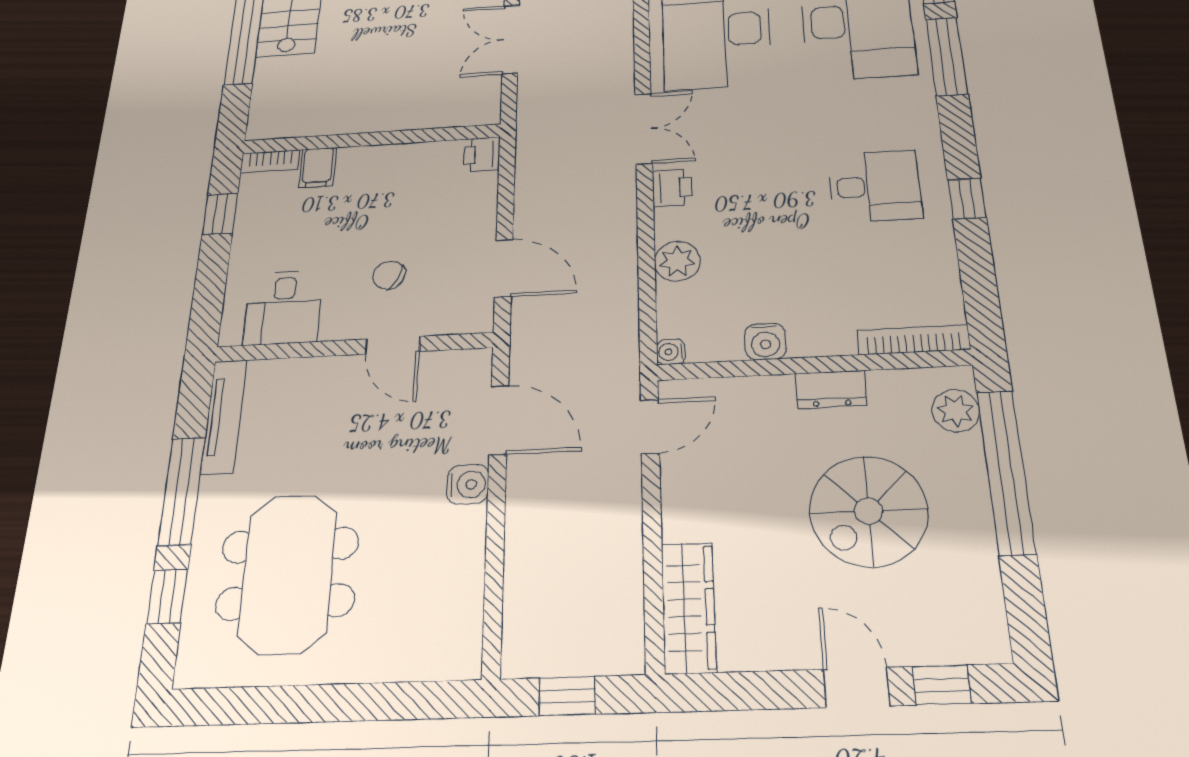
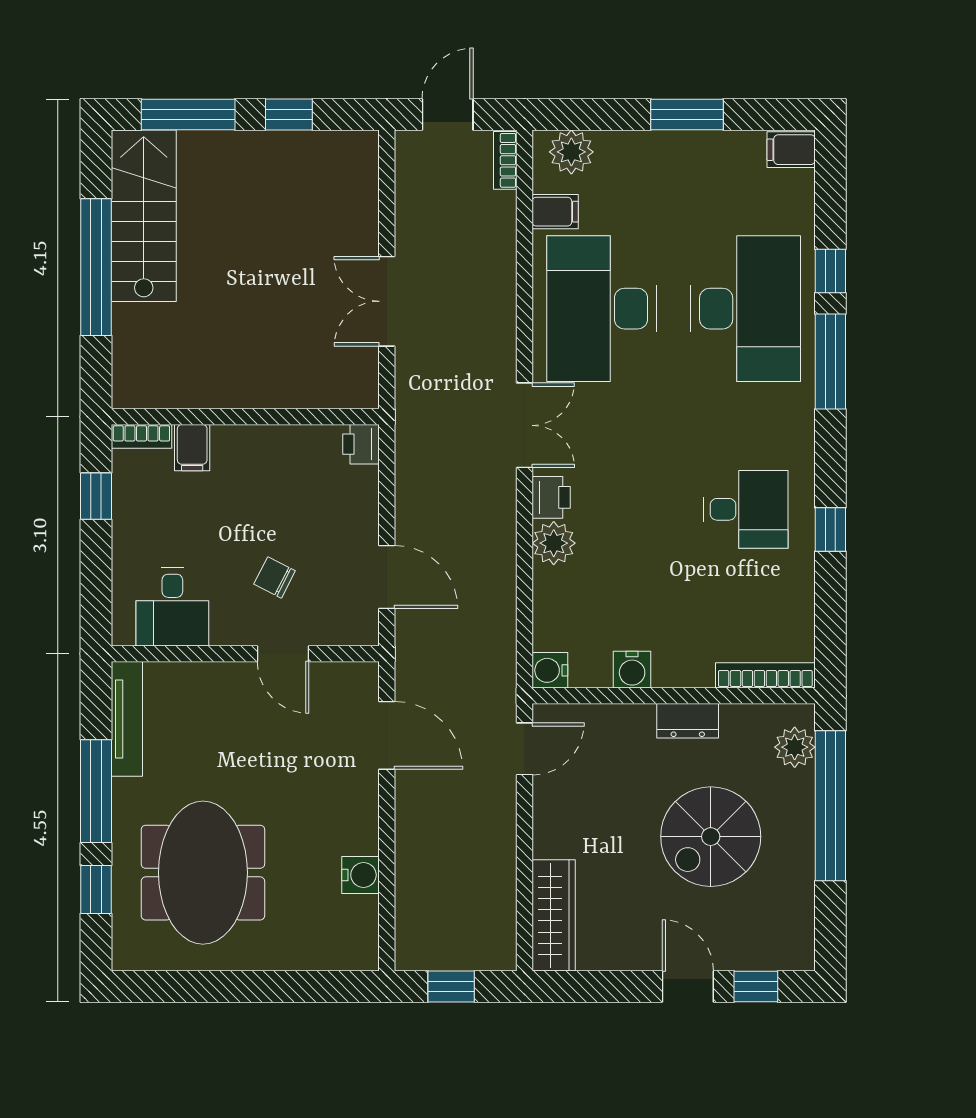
plant: (677, 261) -> (554, 543), moved
water cooler: (671, 352) -> (550, 670), width x1.38, depth x1.38
water cooler: (468, 484) -> (361, 875), moved

